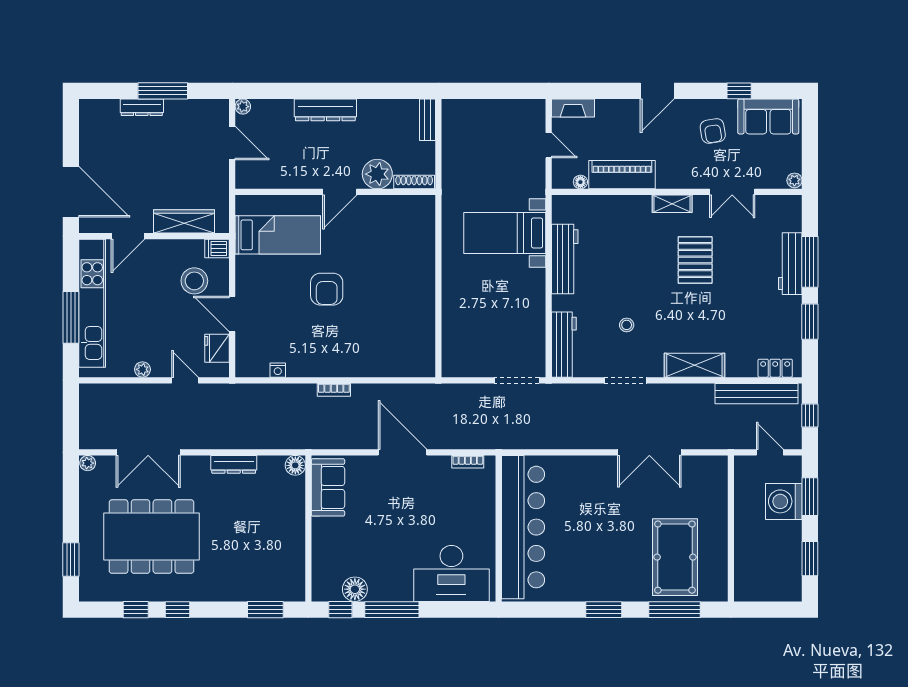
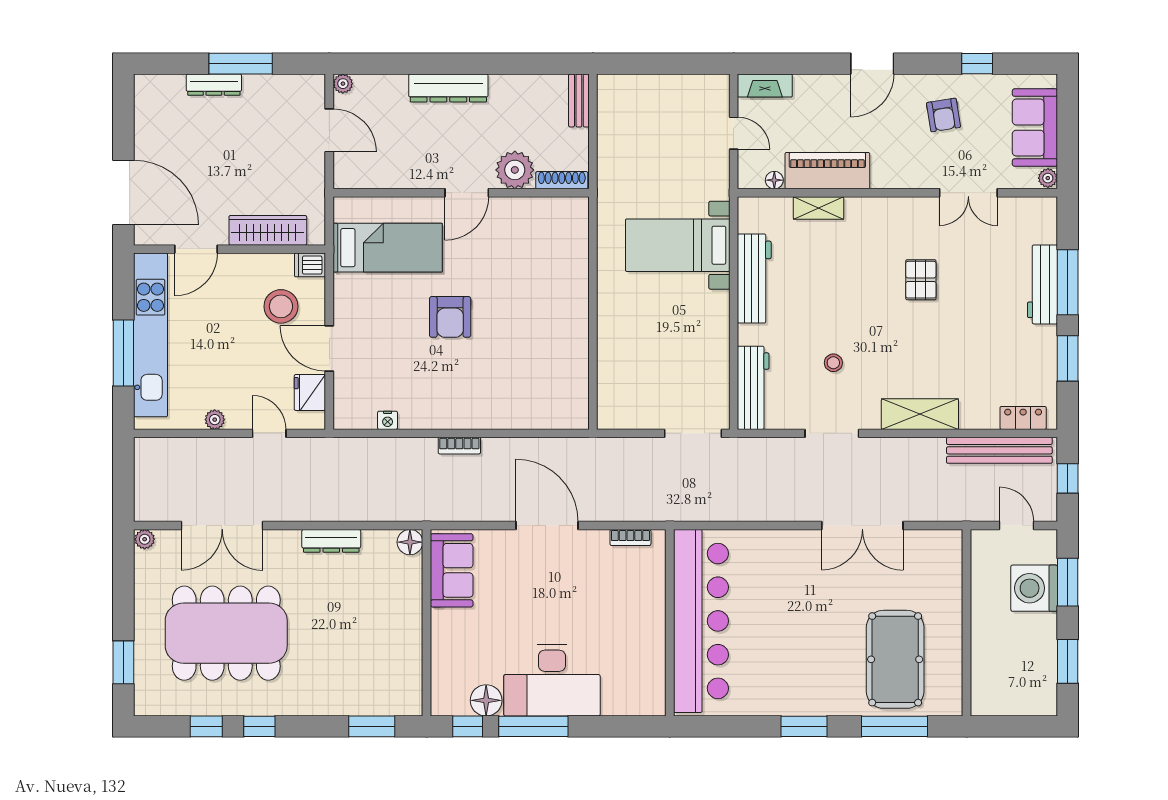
sofa: (768, 116) -> (1035, 128), moved, turned 90
shelving: (672, 204) -> (819, 208), moved
pallet: (695, 260) -> (921, 280), width x0.67, depth x0.71
desk: (451, 573) -> (552, 680), moved

